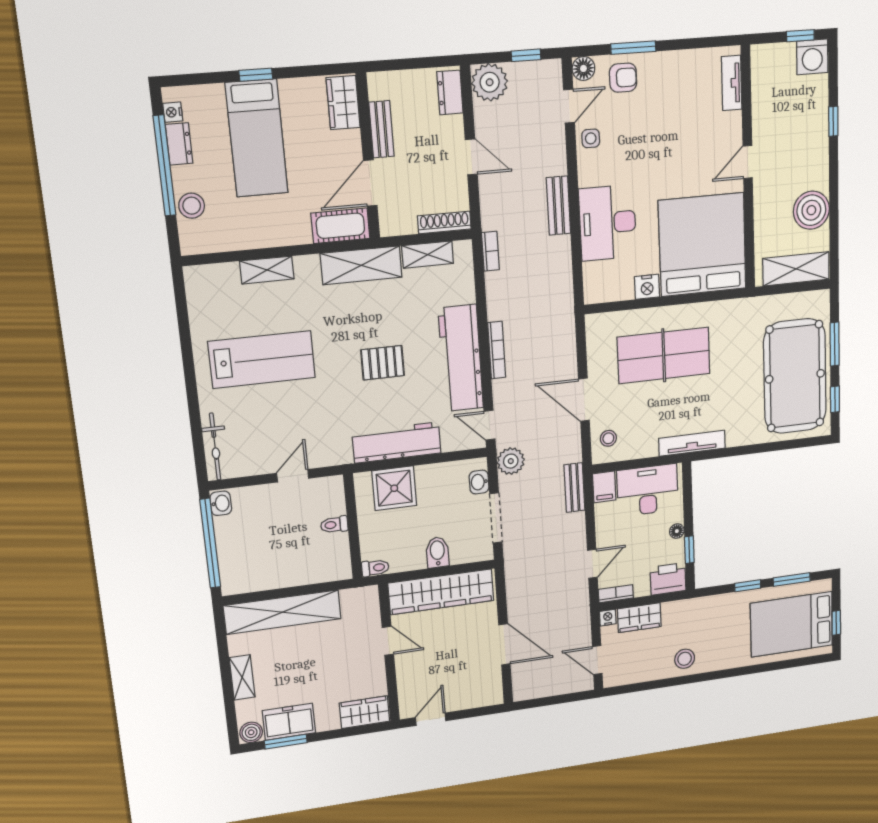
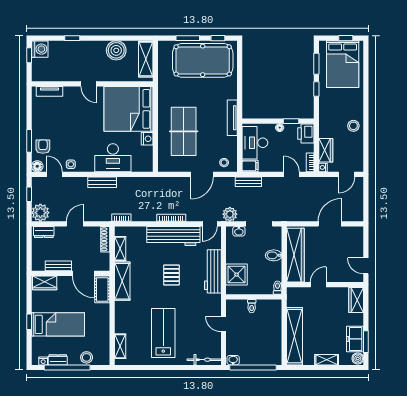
shelving: (267, 270) -> (120, 346), moved

